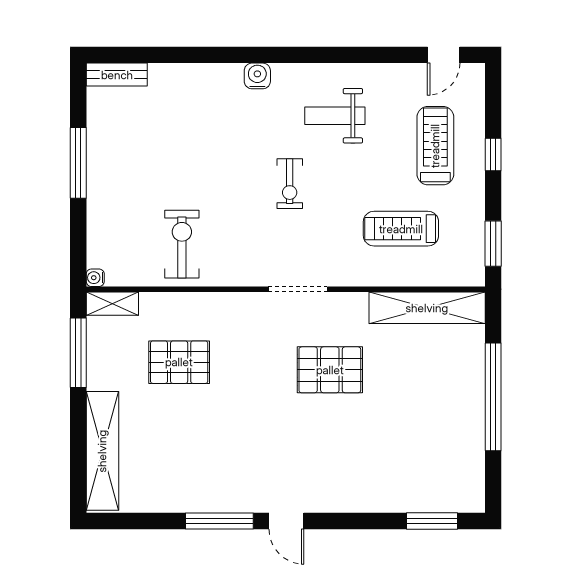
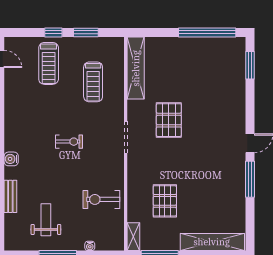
bench: (117, 75) -> (10, 196), moved
weight bench: (335, 116) -> (46, 220), moved, turned 180
treadmill: (435, 146) -> (49, 63), turned -90
window: (493, 244) -> (86, 32), moved
water cooler: (95, 278) -> (90, 246), moved
window: (493, 397) -> (207, 32), moved

